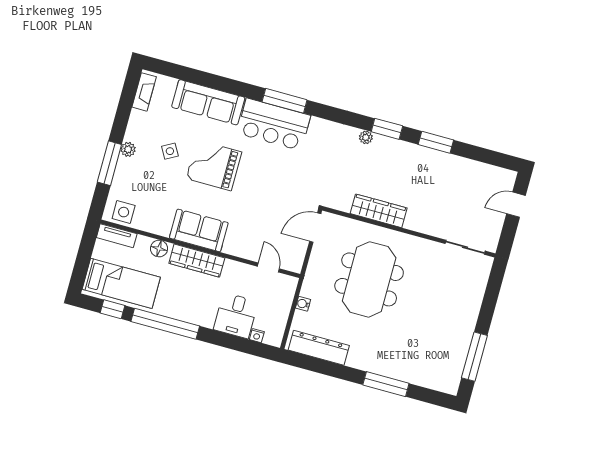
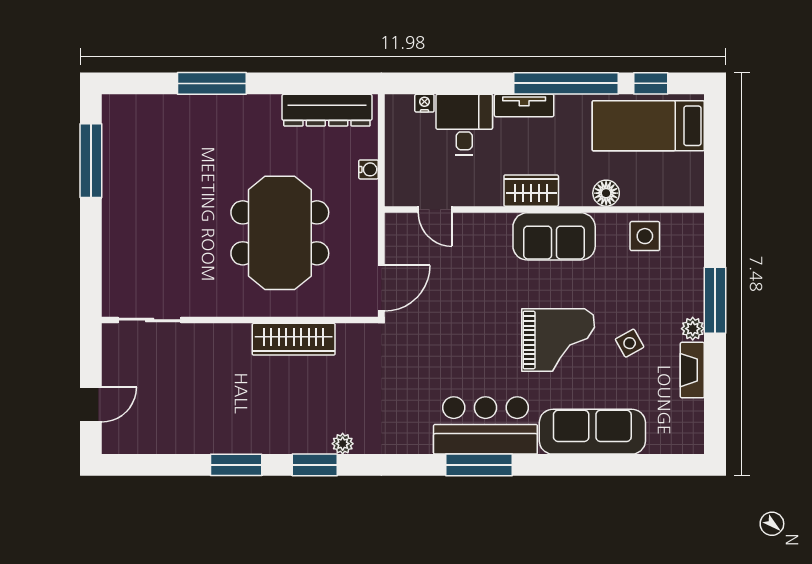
fireplace: (144, 92) -> (692, 370), moved
side table: (124, 212) -> (645, 236), moved
tv unit: (117, 236) -> (524, 105), moved, turned 180
wardrobe: (197, 261) -> (531, 191), width x0.67

